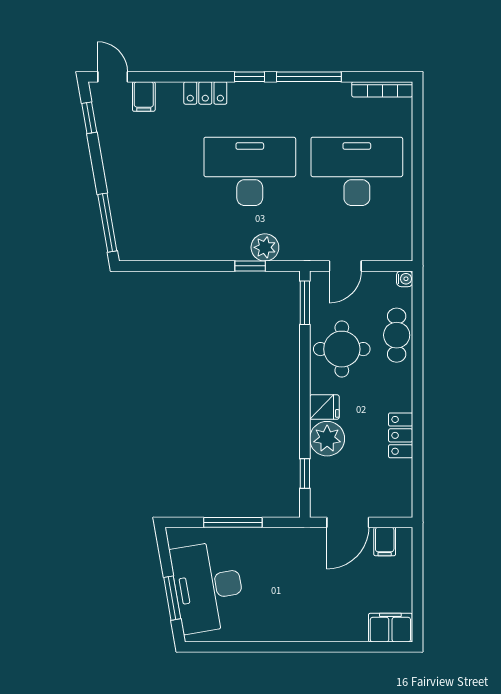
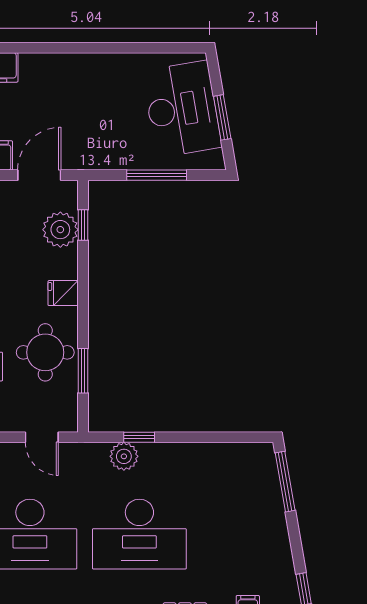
door: (345, 266) -> (42, 437), swing flipped
window: (305, 303) -> (83, 371), moved
plant: (327, 439) -> (60, 230), moved
window: (172, 598) -> (222, 117), moved

